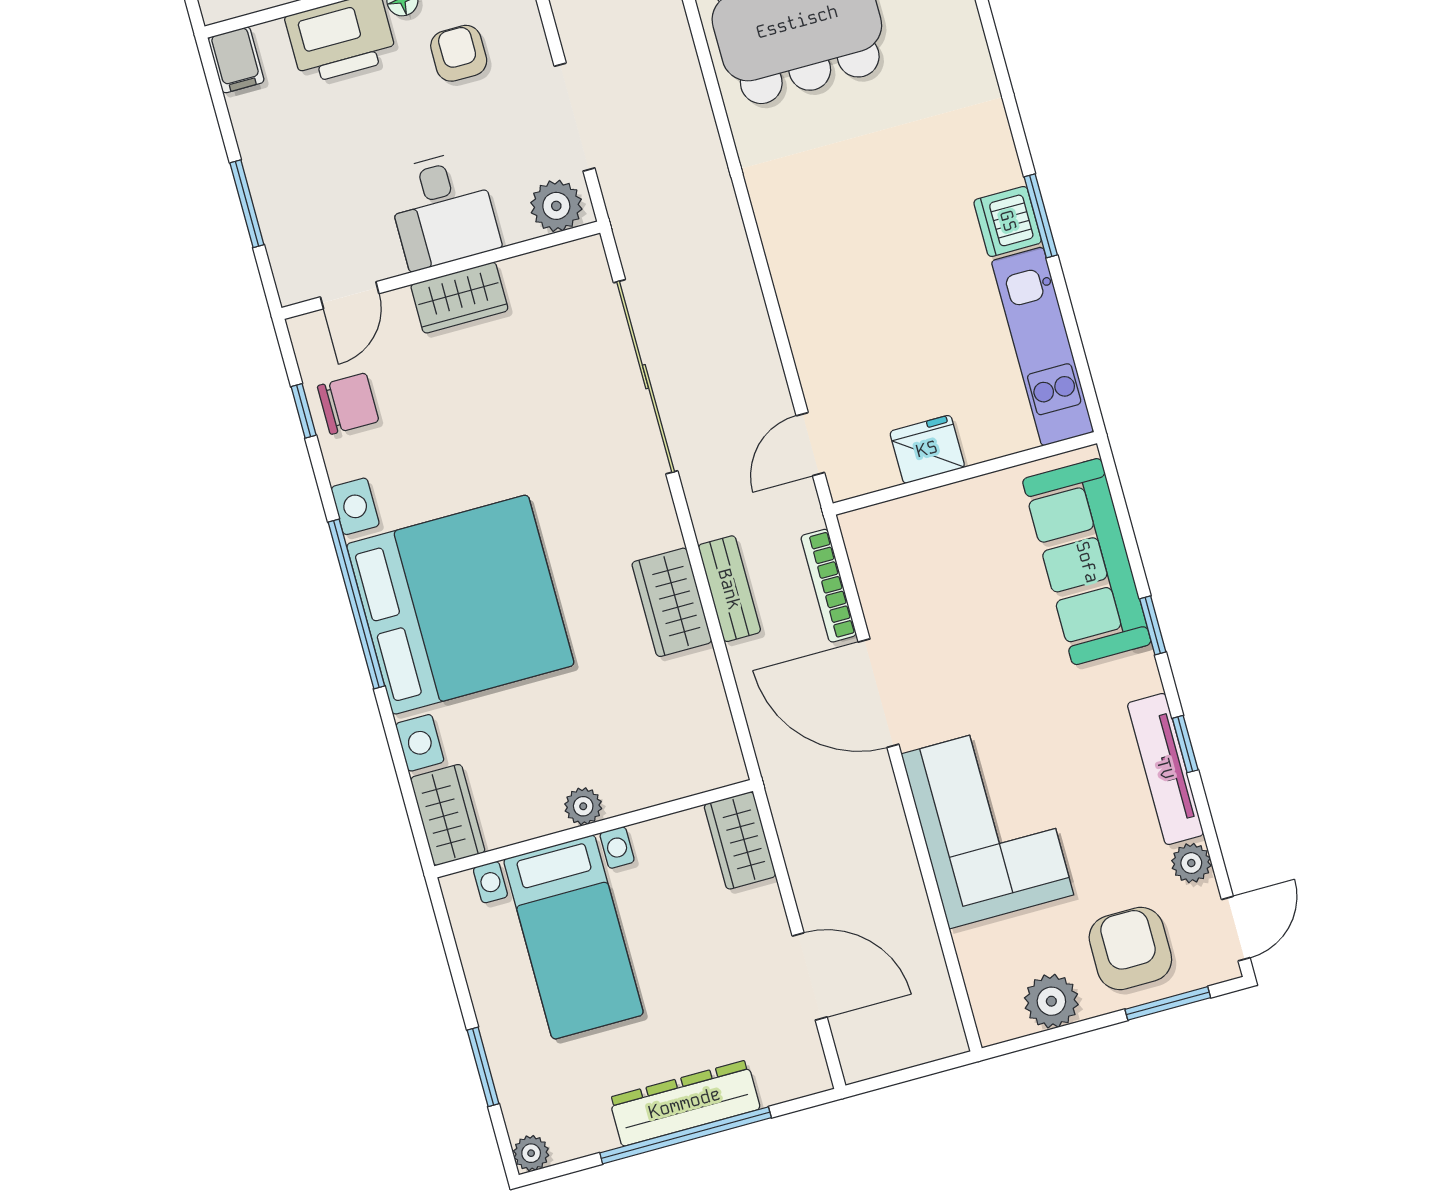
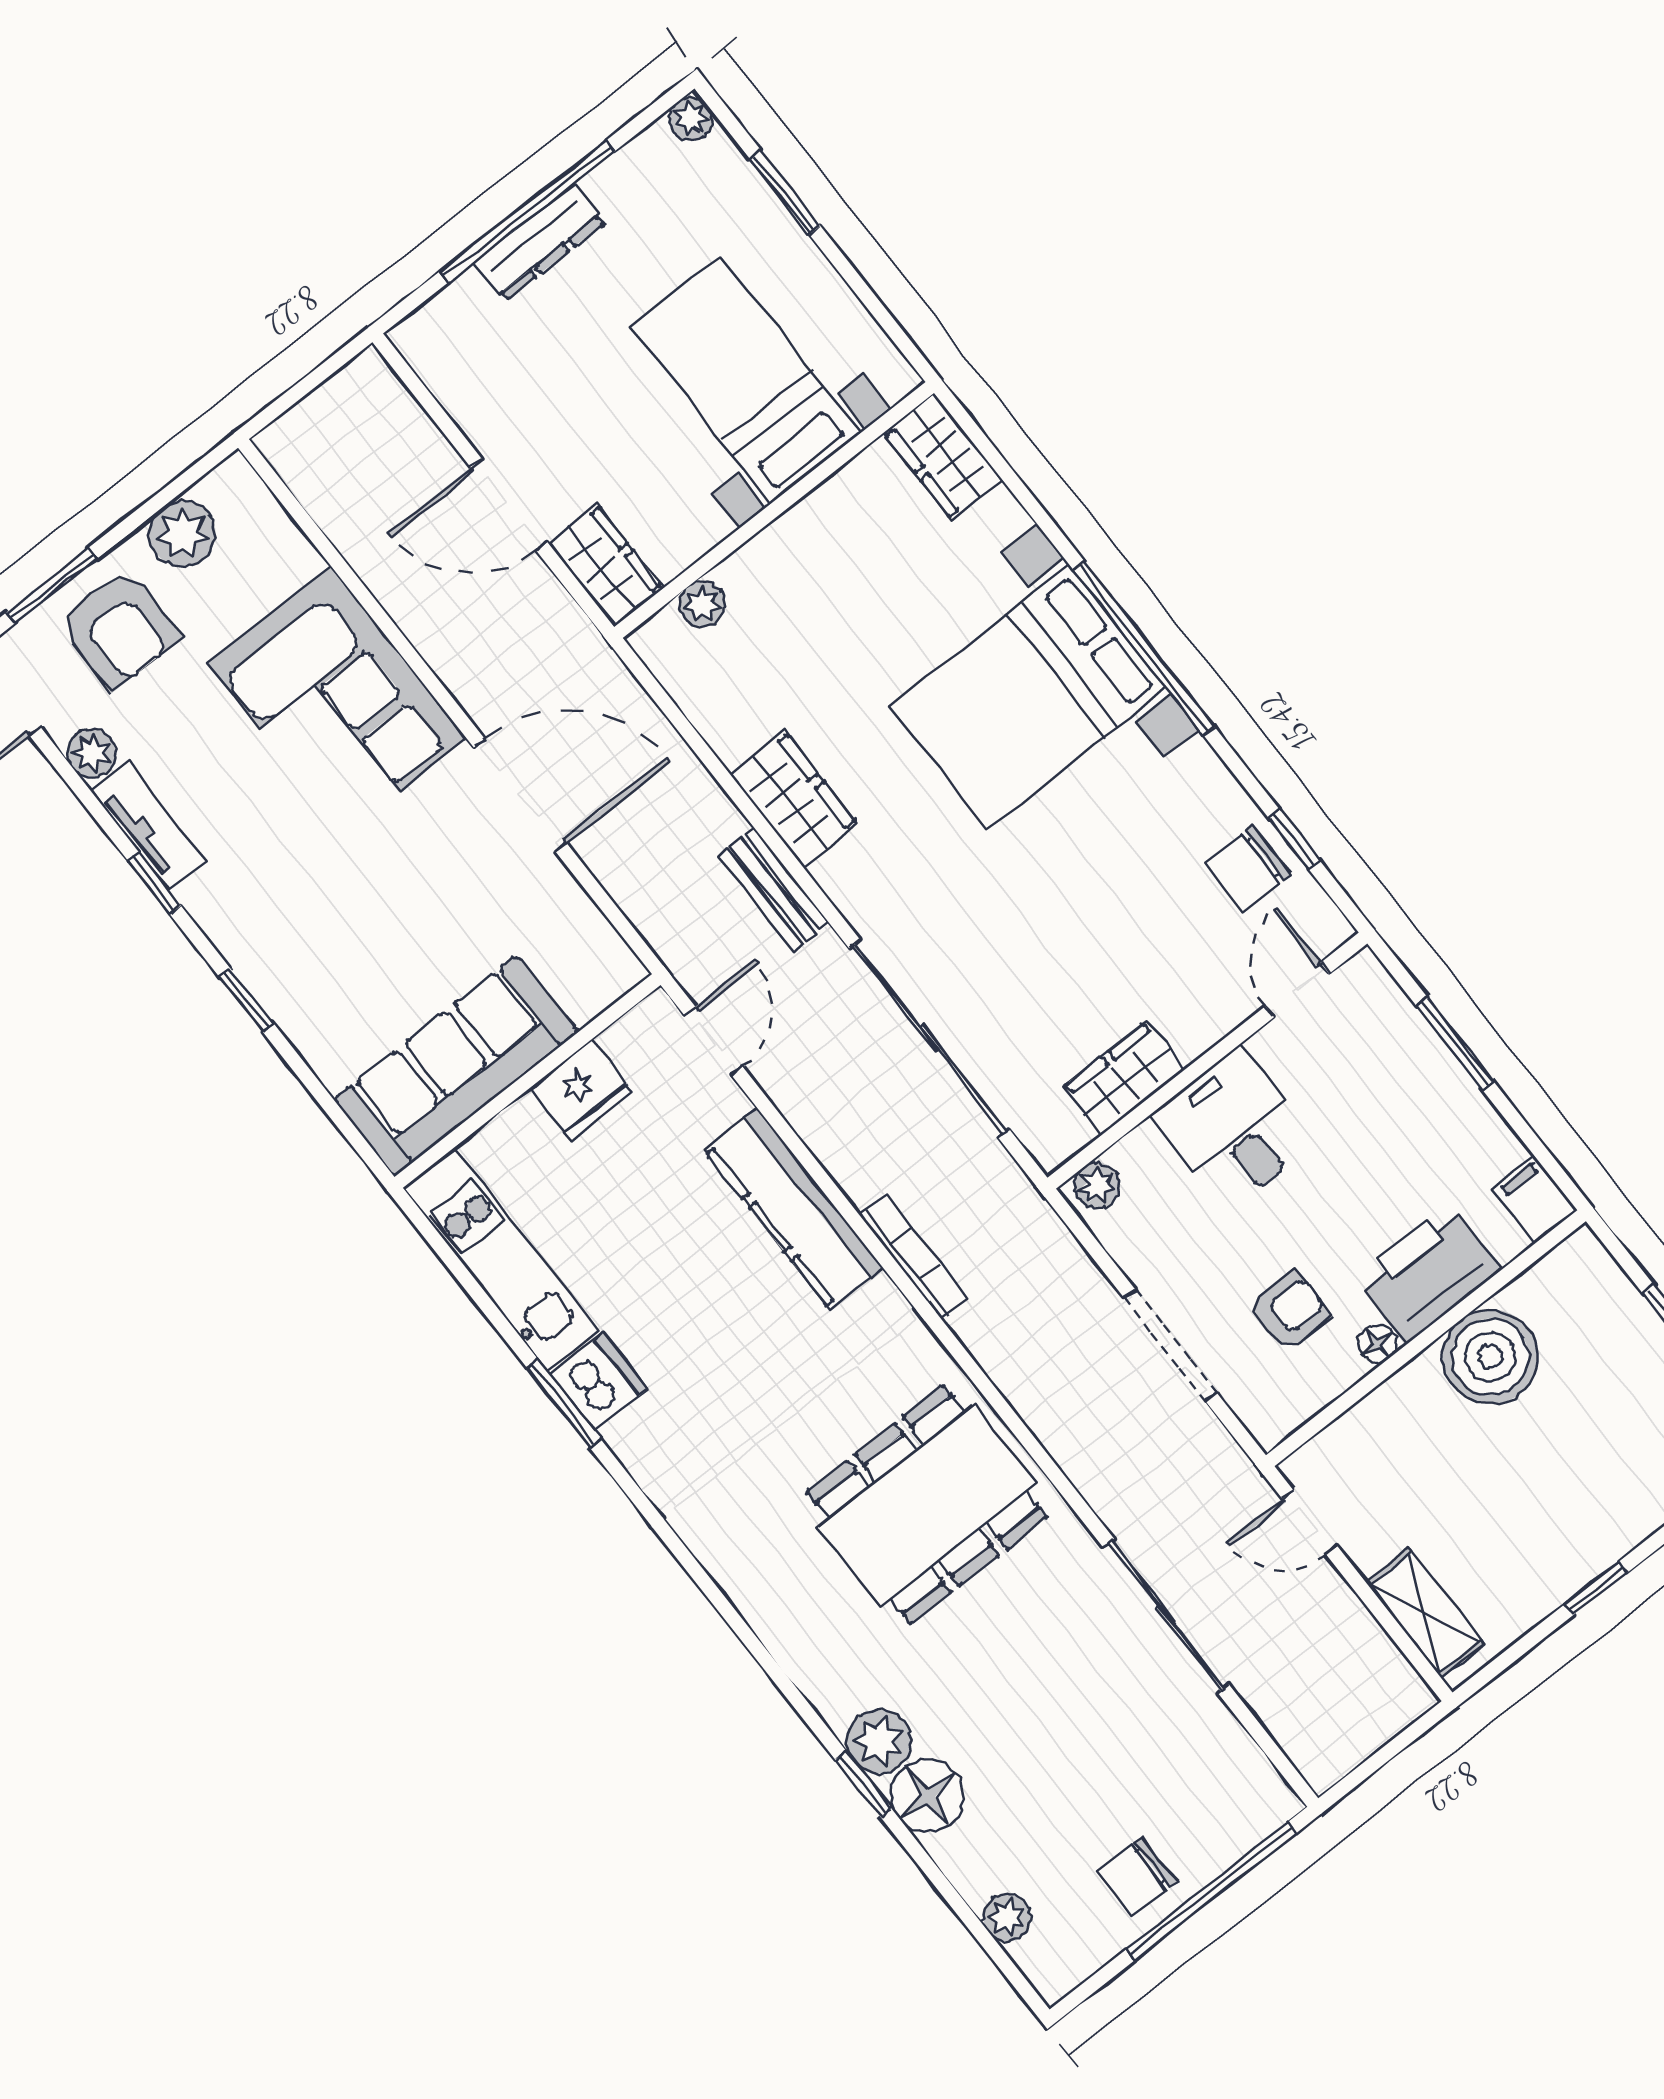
armchair: (459, 53) -> (1290, 1311), turned -90
doorway: (575, 117) -> (1170, 1345), moved
plant: (556, 206) -> (1097, 1185), width x0.73, depth x0.73
kitchen counter: (803, 291) -> (794, 1209), added
wardrobe: (459, 298) -> (1124, 1078), moved
sofa: (1087, 562) -> (456, 1065), moved, turned -90
bookcase: (829, 586) -> (914, 1256), moved
bench: (729, 589) -> (774, 890), moved
bed with nightstands: (460, 605) -> (1028, 697), width x0.73
tv unit: (1165, 769) -> (149, 826), width x0.71
plant: (583, 806) -> (702, 604), moved
door: (810, 976) -> (509, 505), moved
dresser: (685, 1103) -> (540, 242), width x0.73, depth x0.80

